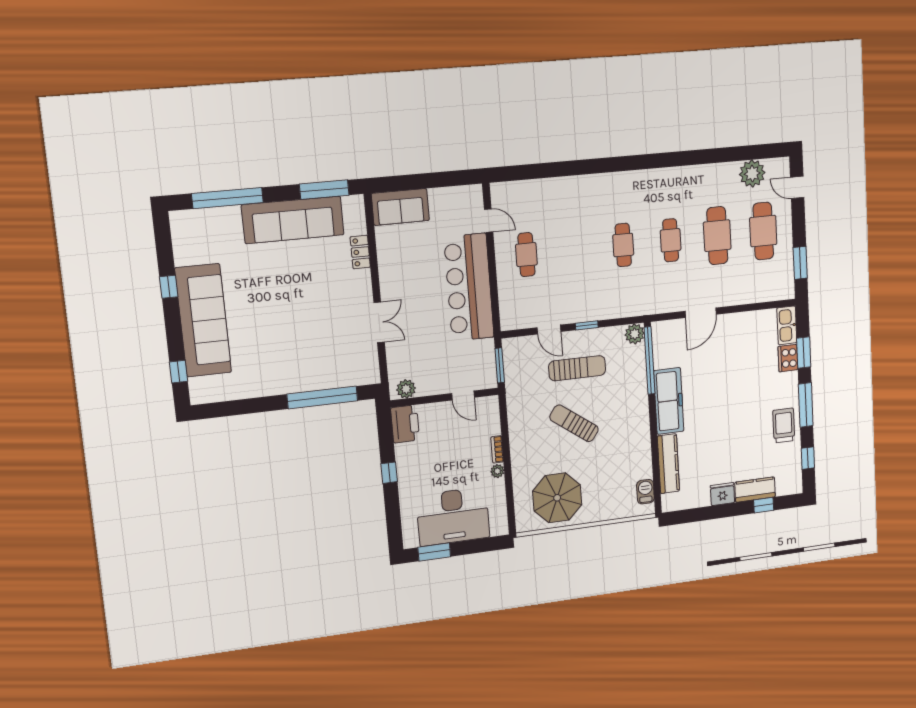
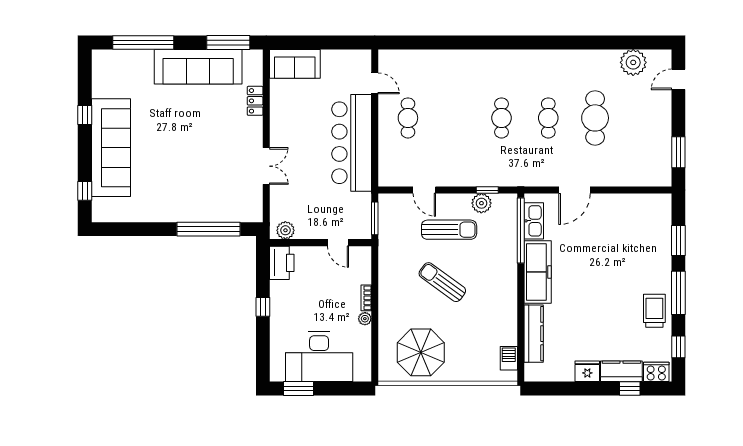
door: (797, 187) -> (678, 79), hinge flipped
cafe table: (763, 231) -> (642, 118), removed
window: (587, 325) -> (487, 190), moved
kitchen sink: (787, 325) -> (534, 221), moved, turned 180
plant: (635, 334) -> (481, 203), moved
cooker: (788, 358) -> (656, 372), moved, turned 90

